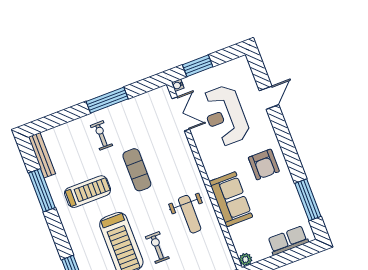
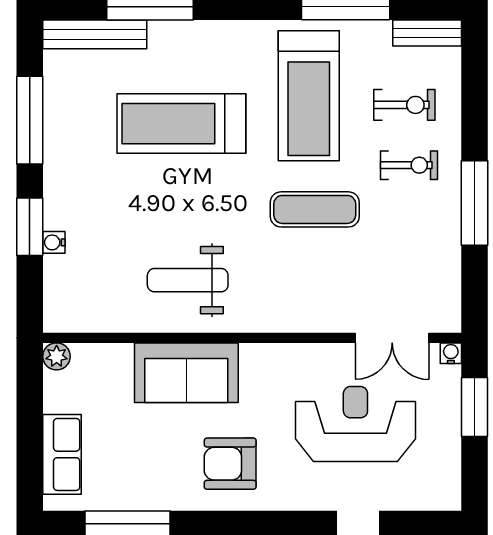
bench: (42, 155) -> (427, 33), width x0.73
treadmill: (88, 192) -> (309, 96), width x1.37, depth x1.38
exercise bike: (157, 248) -> (404, 105), moved

